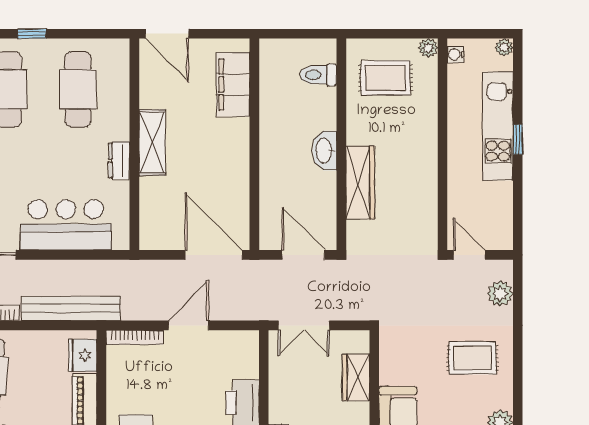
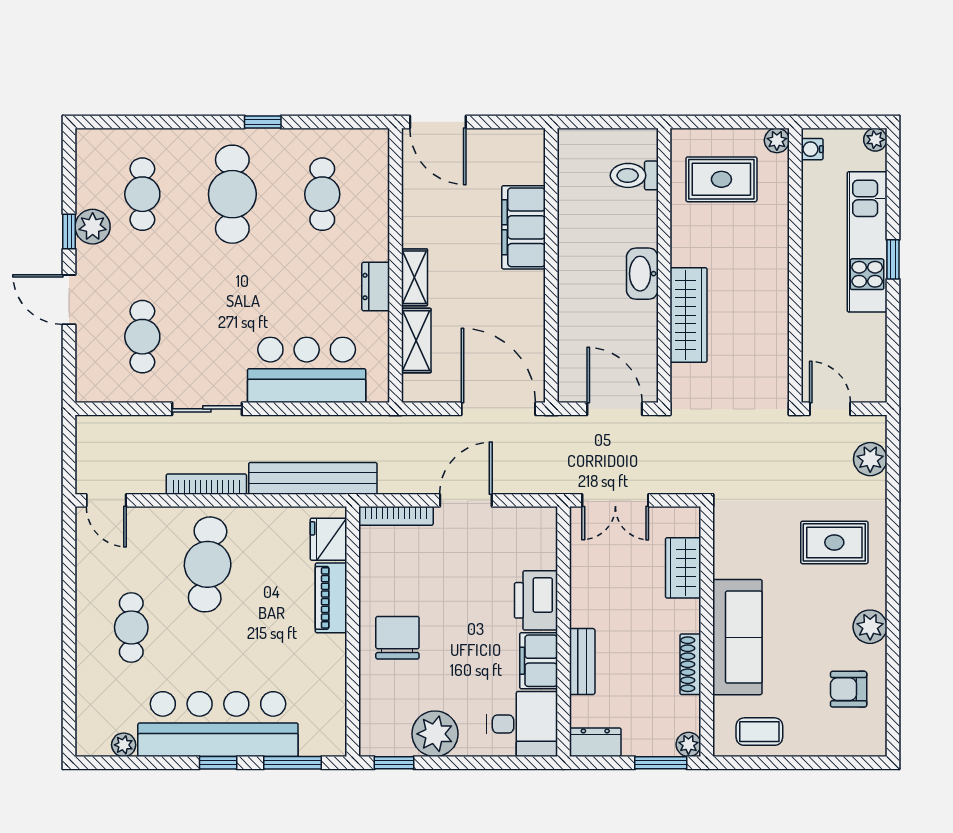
filing cabinet: (233, 84) -> (523, 227), moved
cafe table: (78, 89) -> (322, 194), width x0.73, depth x0.74
shelving: (152, 142) -> (414, 277), width x0.67, depth x0.75
shelving: (150, 202) -> (416, 341), added

